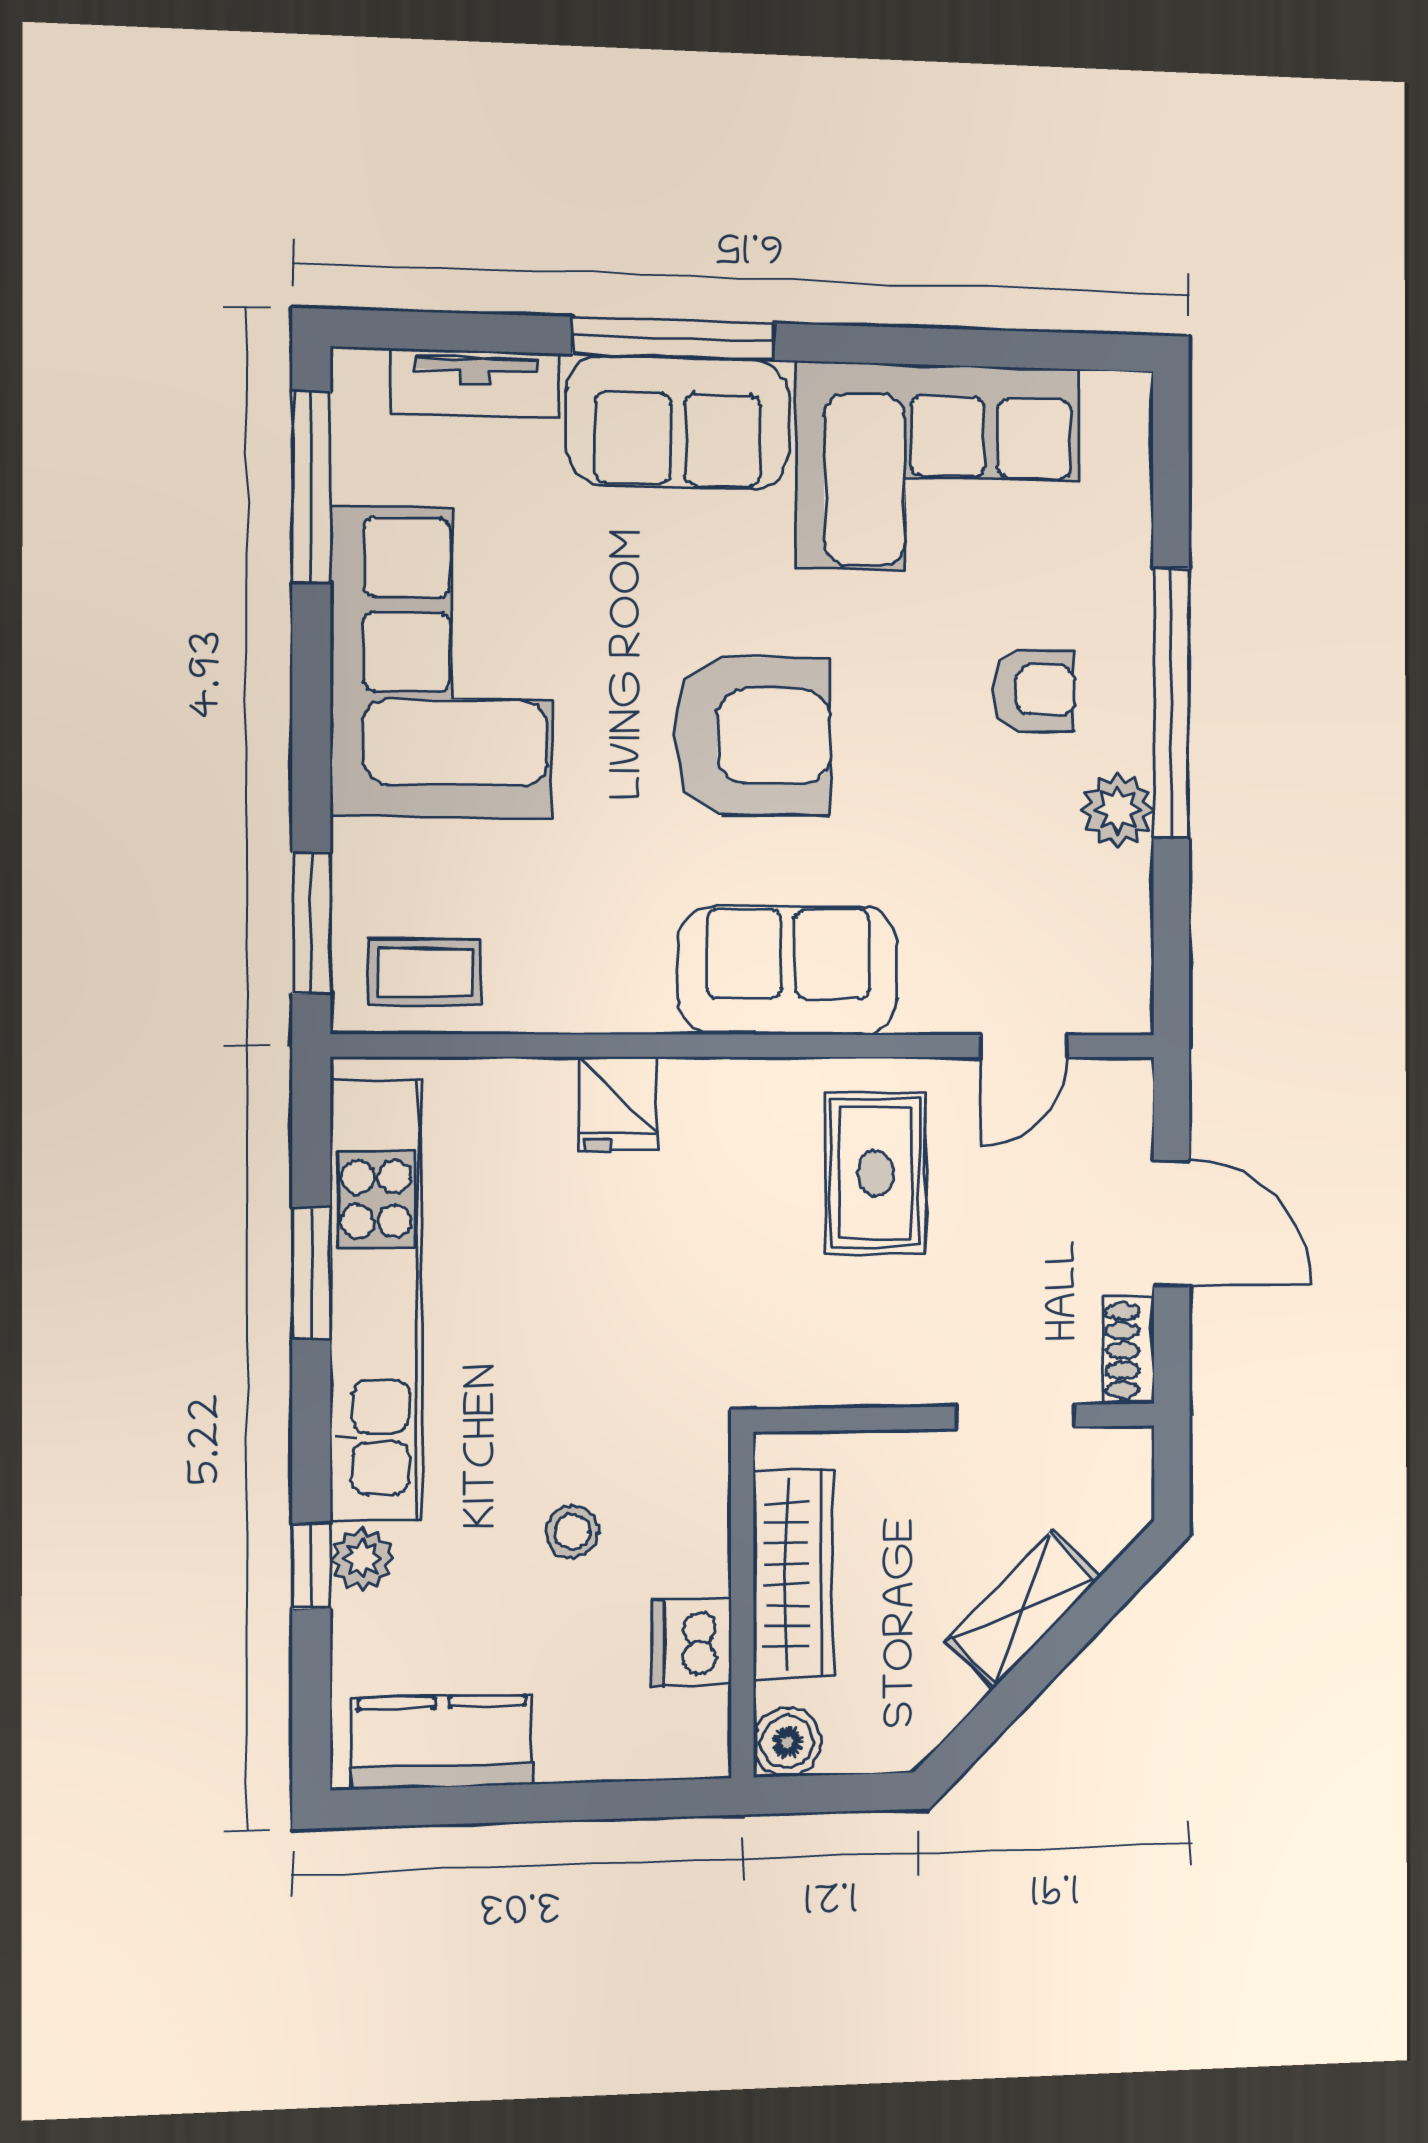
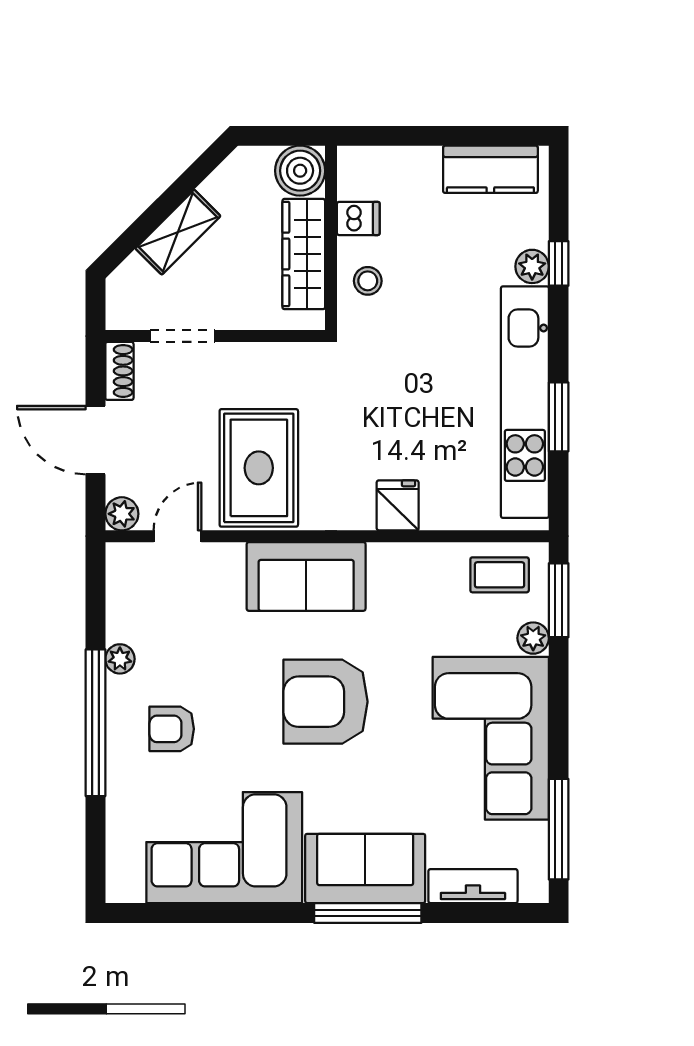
plant: (1118, 810) -> (120, 659), width x0.73, depth x0.73
plant: (360, 851) -> (533, 638), added
plant: (1124, 1087) -> (122, 514), added
rug: (875, 1173) -> (259, 468), width x1.36, depth x1.43
stool: (572, 1532) -> (368, 281), moved
dishwasher: (691, 1643) -> (358, 218), width x0.73
boiler: (787, 1742) -> (300, 171), width x1.36, depth x1.36

